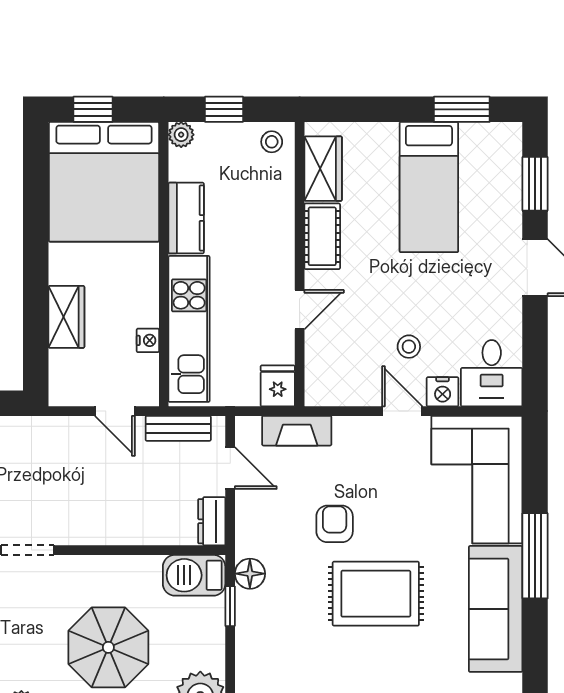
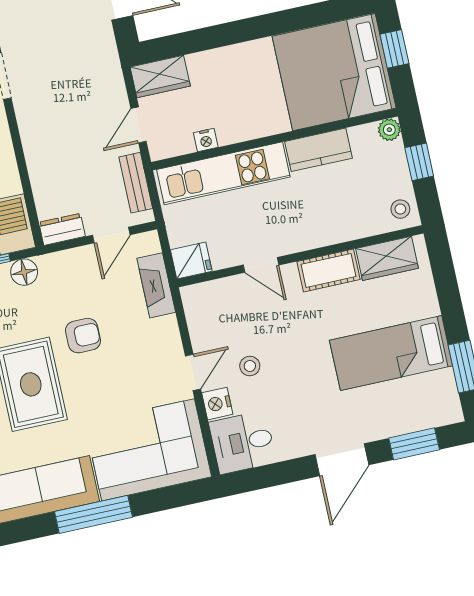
wardrobe: (66, 317) -> (160, 76), moved

